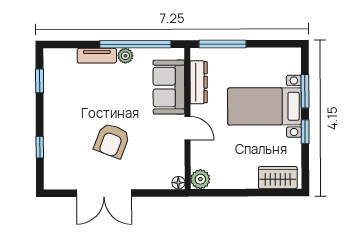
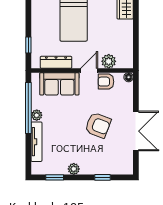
window: (222, 44) -> (28, 45), width x0.46
tv unit: (97, 56) -> (36, 142), width x1.41
plant: (51, 107) -> (74, 169), added
armchair: (172, 151) -> (106, 82), added
plant: (200, 179) -> (109, 61), moved

